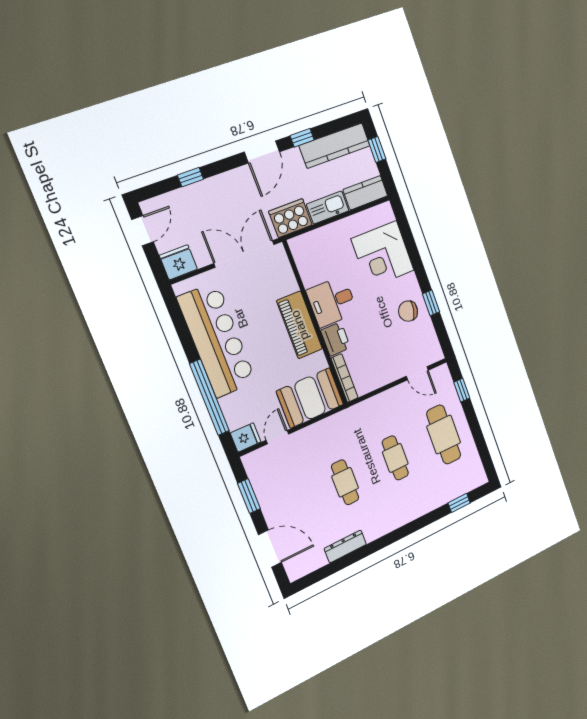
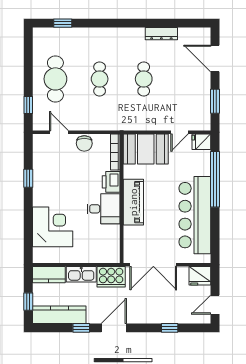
chair: (408, 311) -> (84, 143), moved, turned 78

